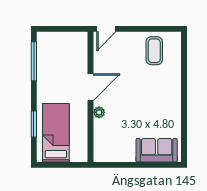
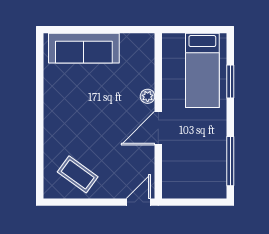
coffee table: (154, 51) -> (78, 174), turned -54
sofa: (157, 150) -> (84, 48), width x1.36

